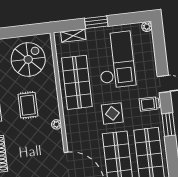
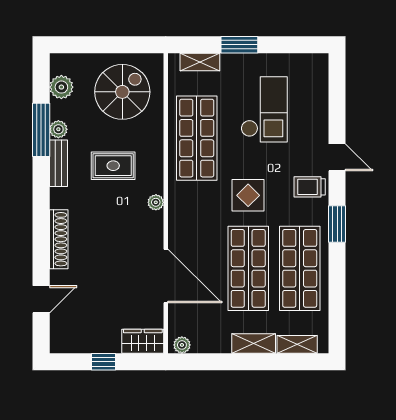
plant: (147, 27) -> (320, 61), removed
checkout: (116, 60) -> (264, 109), width x0.73, depth x0.83
rug: (28, 105) -> (113, 166), turned 90

